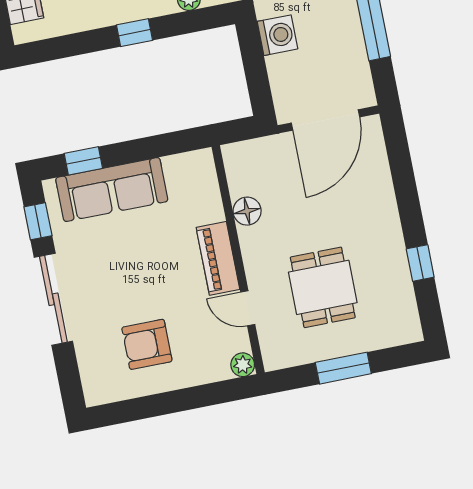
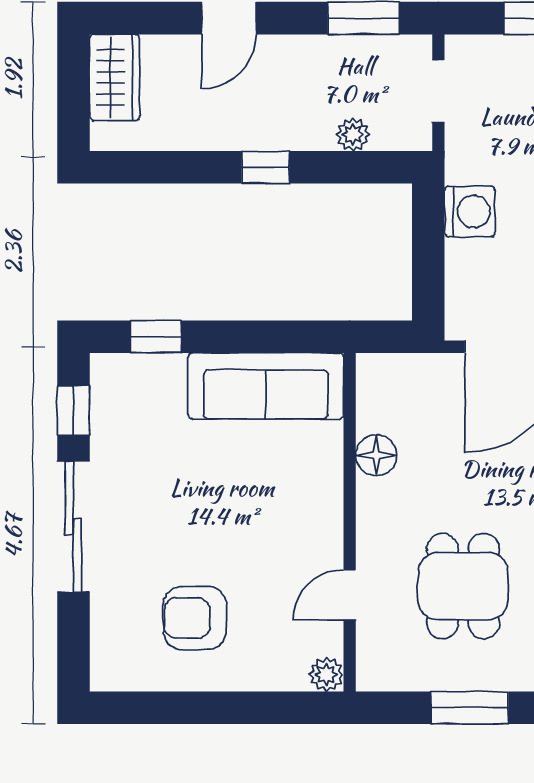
sofa: (112, 190) -> (266, 386), moved
piano: (218, 258) -> (321, 515), removed
door: (248, 308) -> (350, 595), hinge flipped

